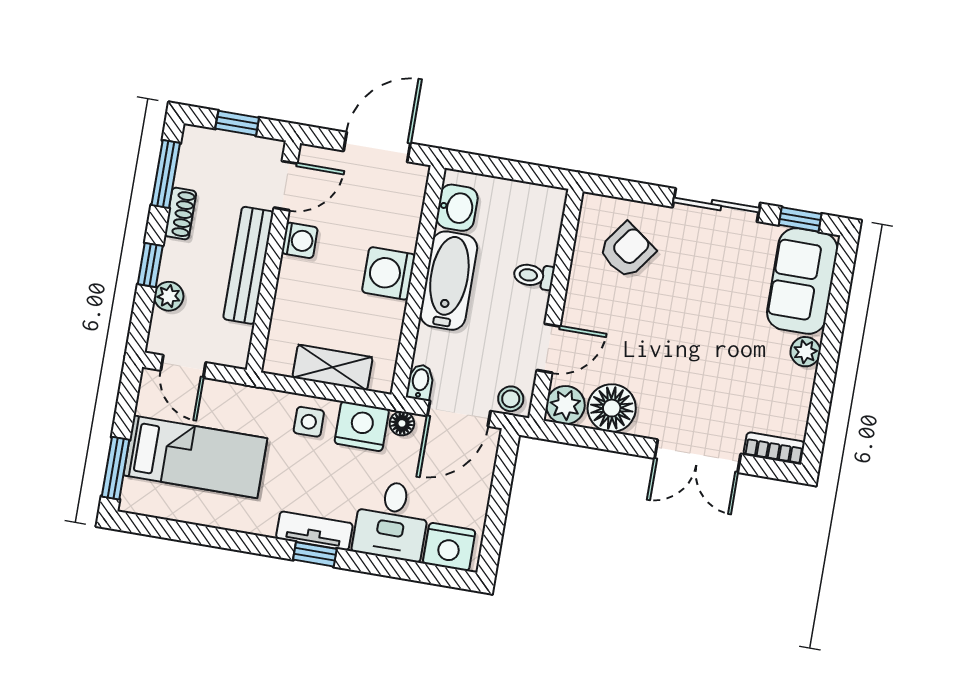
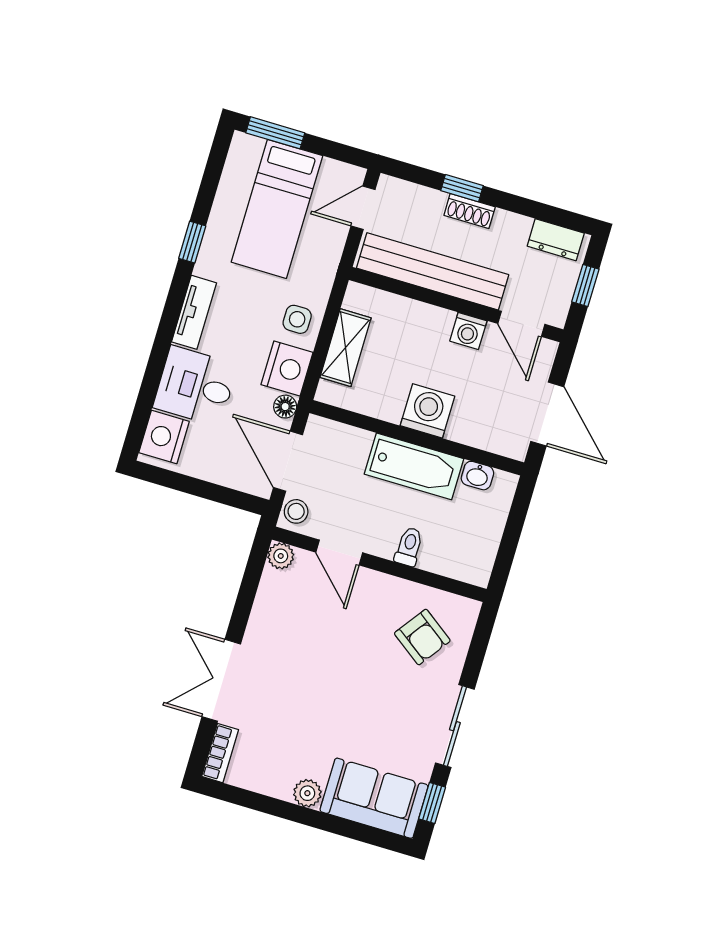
dresser: (193, 160) -> (556, 240), added
window: (166, 174) -> (546, 213), removed
washbasin: (457, 208) -> (477, 476), width x0.72, depth x0.69
shoe rack: (180, 214) -> (470, 211), moved
bench: (248, 265) -> (433, 271), width x1.37, depth x1.21
plant: (169, 296) -> (431, 202), removed
bidet: (420, 382) -> (322, 428), removed
plant: (565, 405) -> (281, 556), width x0.73, depth x0.73
floor lamp: (612, 408) -> (276, 605), removed
window: (315, 554) -> (192, 242), moved

